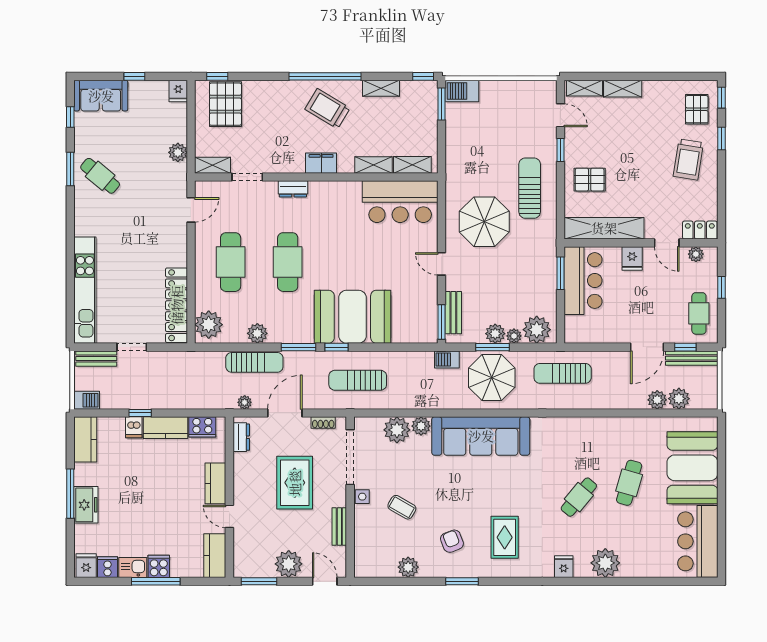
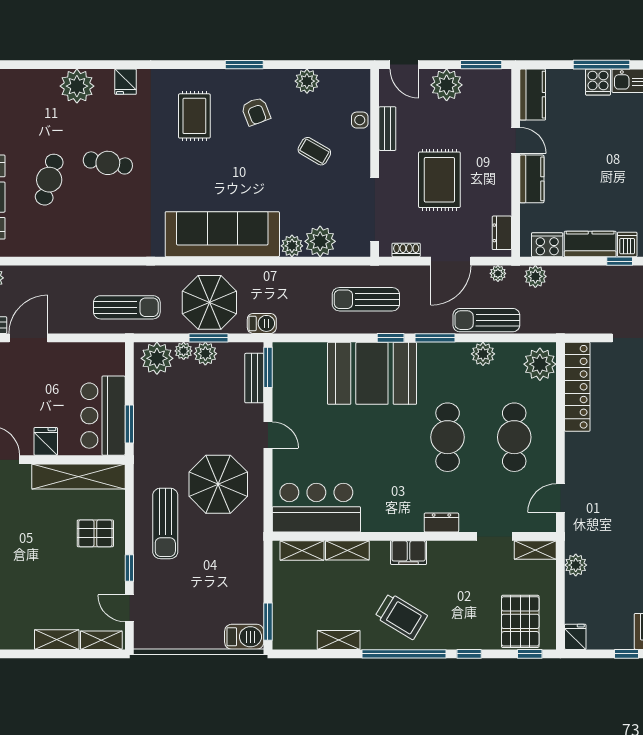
window: (423, 76) -> (469, 654), moved
sun lounger: (358, 380) -> (366, 299), turned 180
plant: (657, 400) -> (535, 276), moved
side table: (362, 497) -> (360, 120), moved
cafe table: (579, 497) -> (108, 163), turned 60

